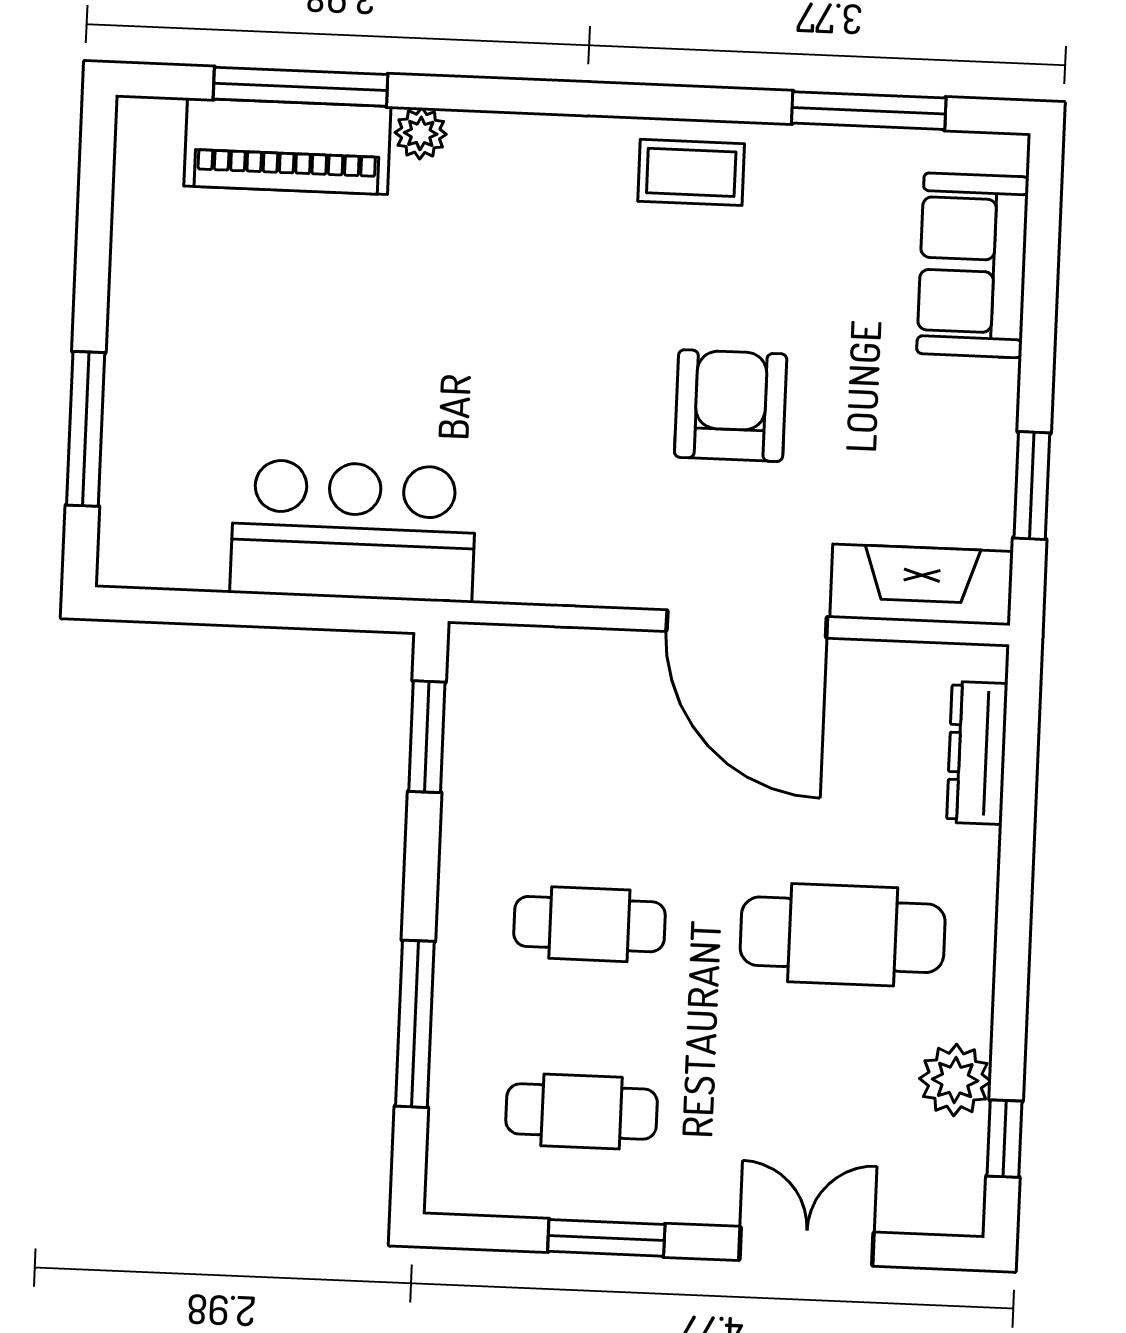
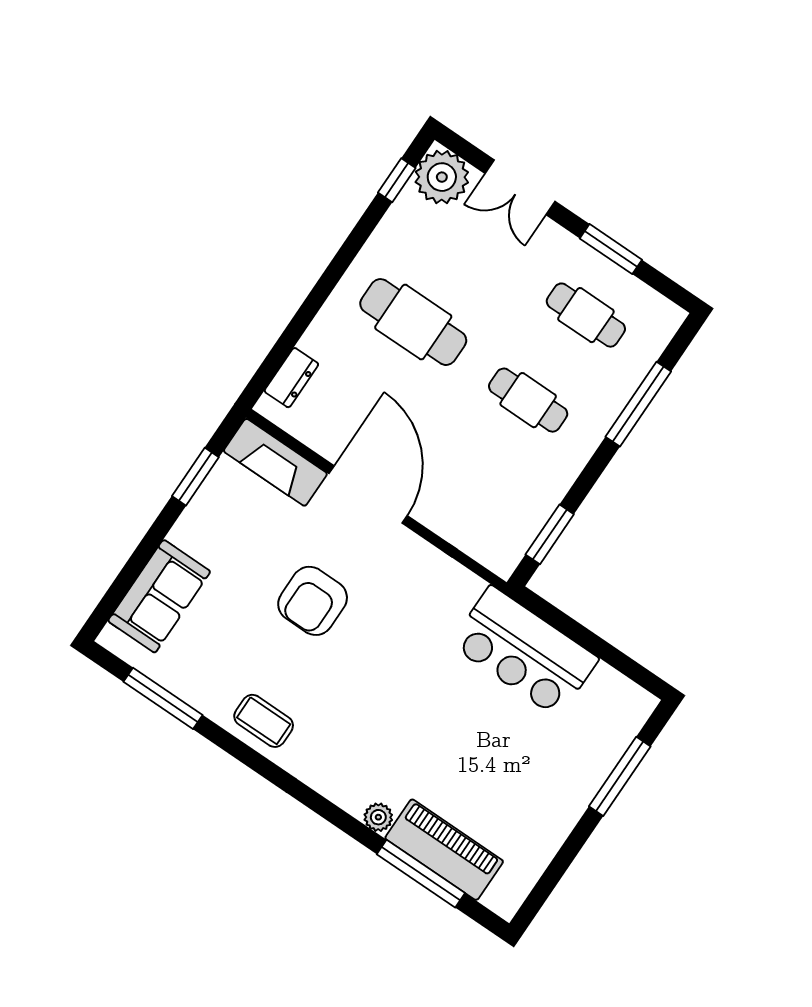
dresser: (977, 753) -> (291, 378), width x0.70
plant: (955, 1080) -> (442, 177), moved, width x1.36, depth x1.36

